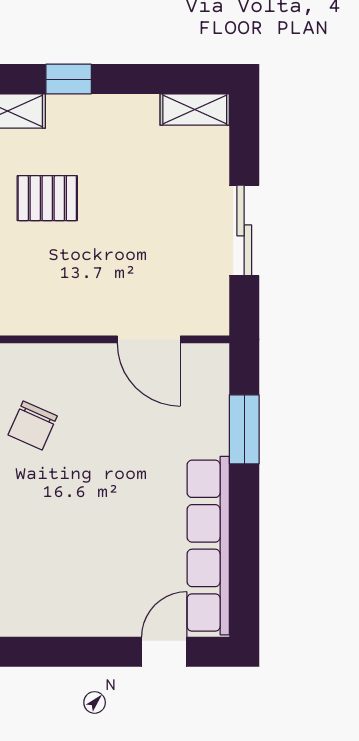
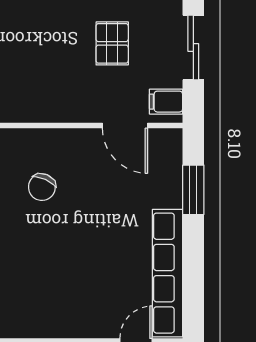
pallet: (47, 198) -> (112, 43), moved, turned 90
filing cabinet: (206, 306) -> (166, 102), added

